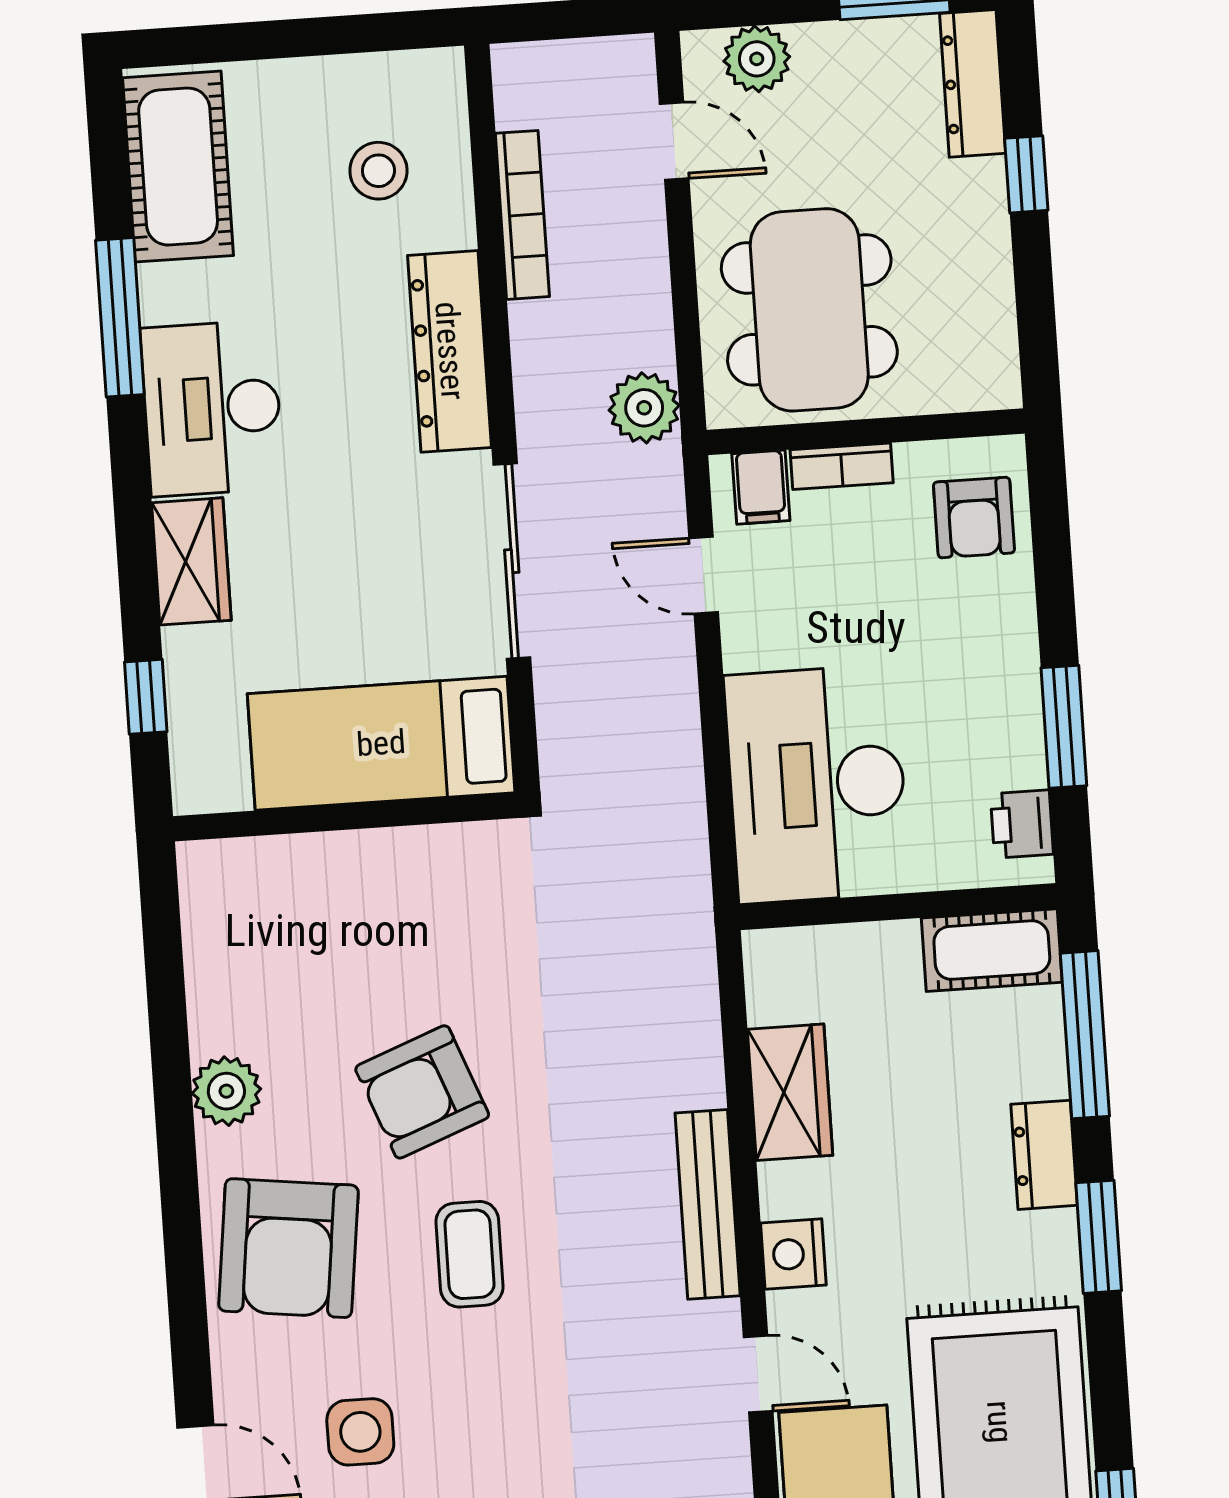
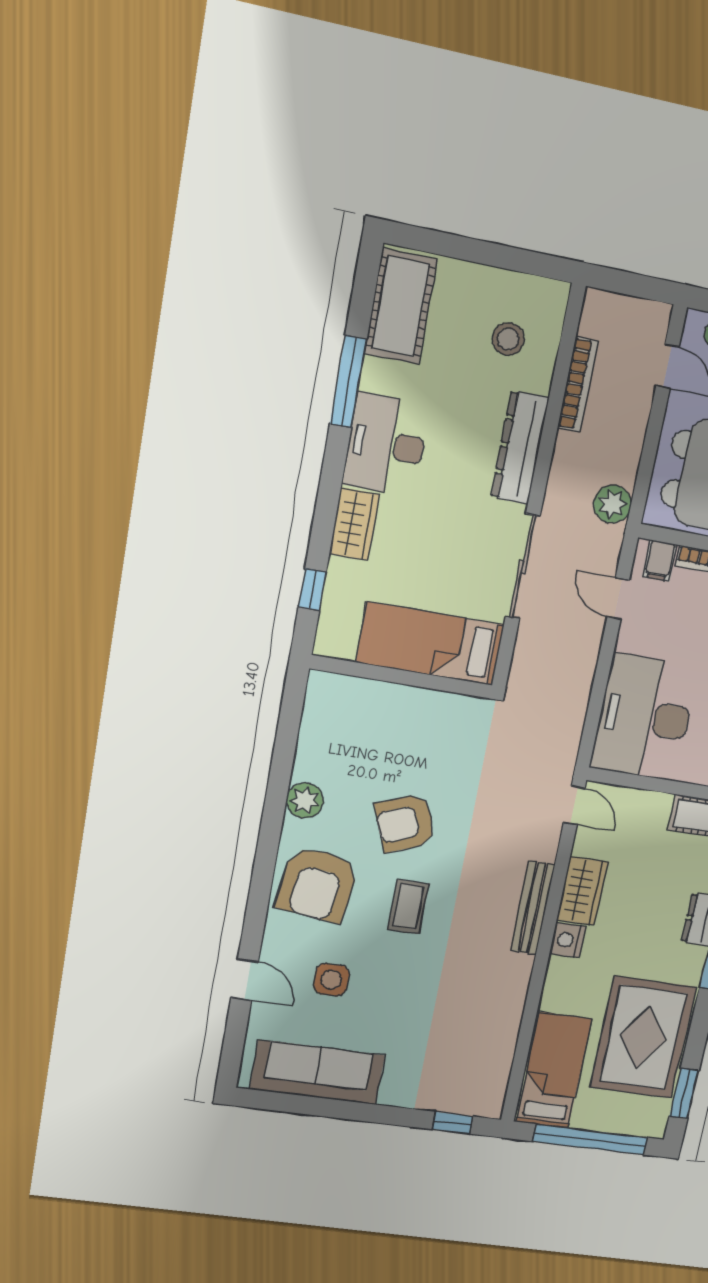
wardrobe: (790, 1092) -> (582, 891), moved
door: (758, 1374) -> (574, 805), moved

